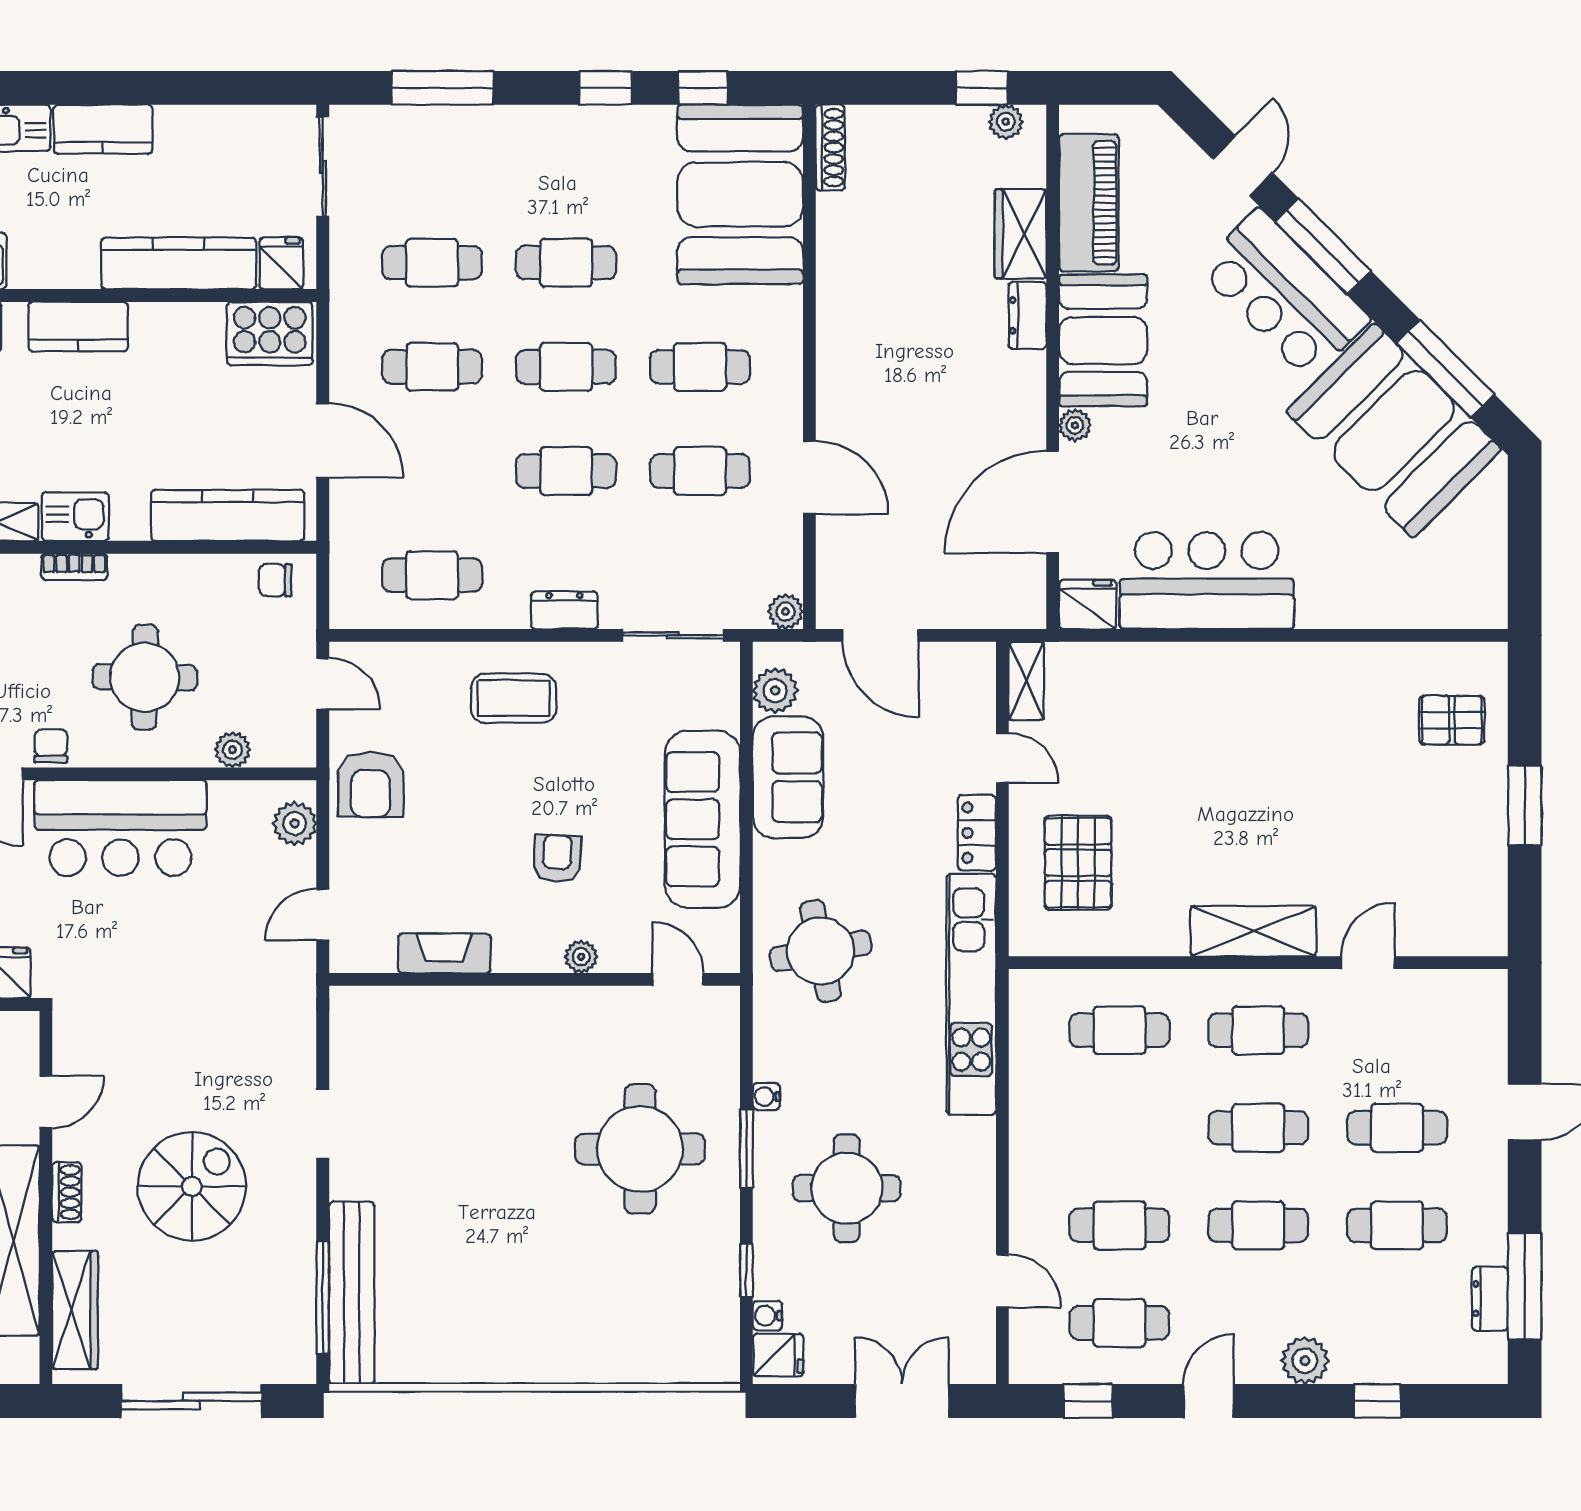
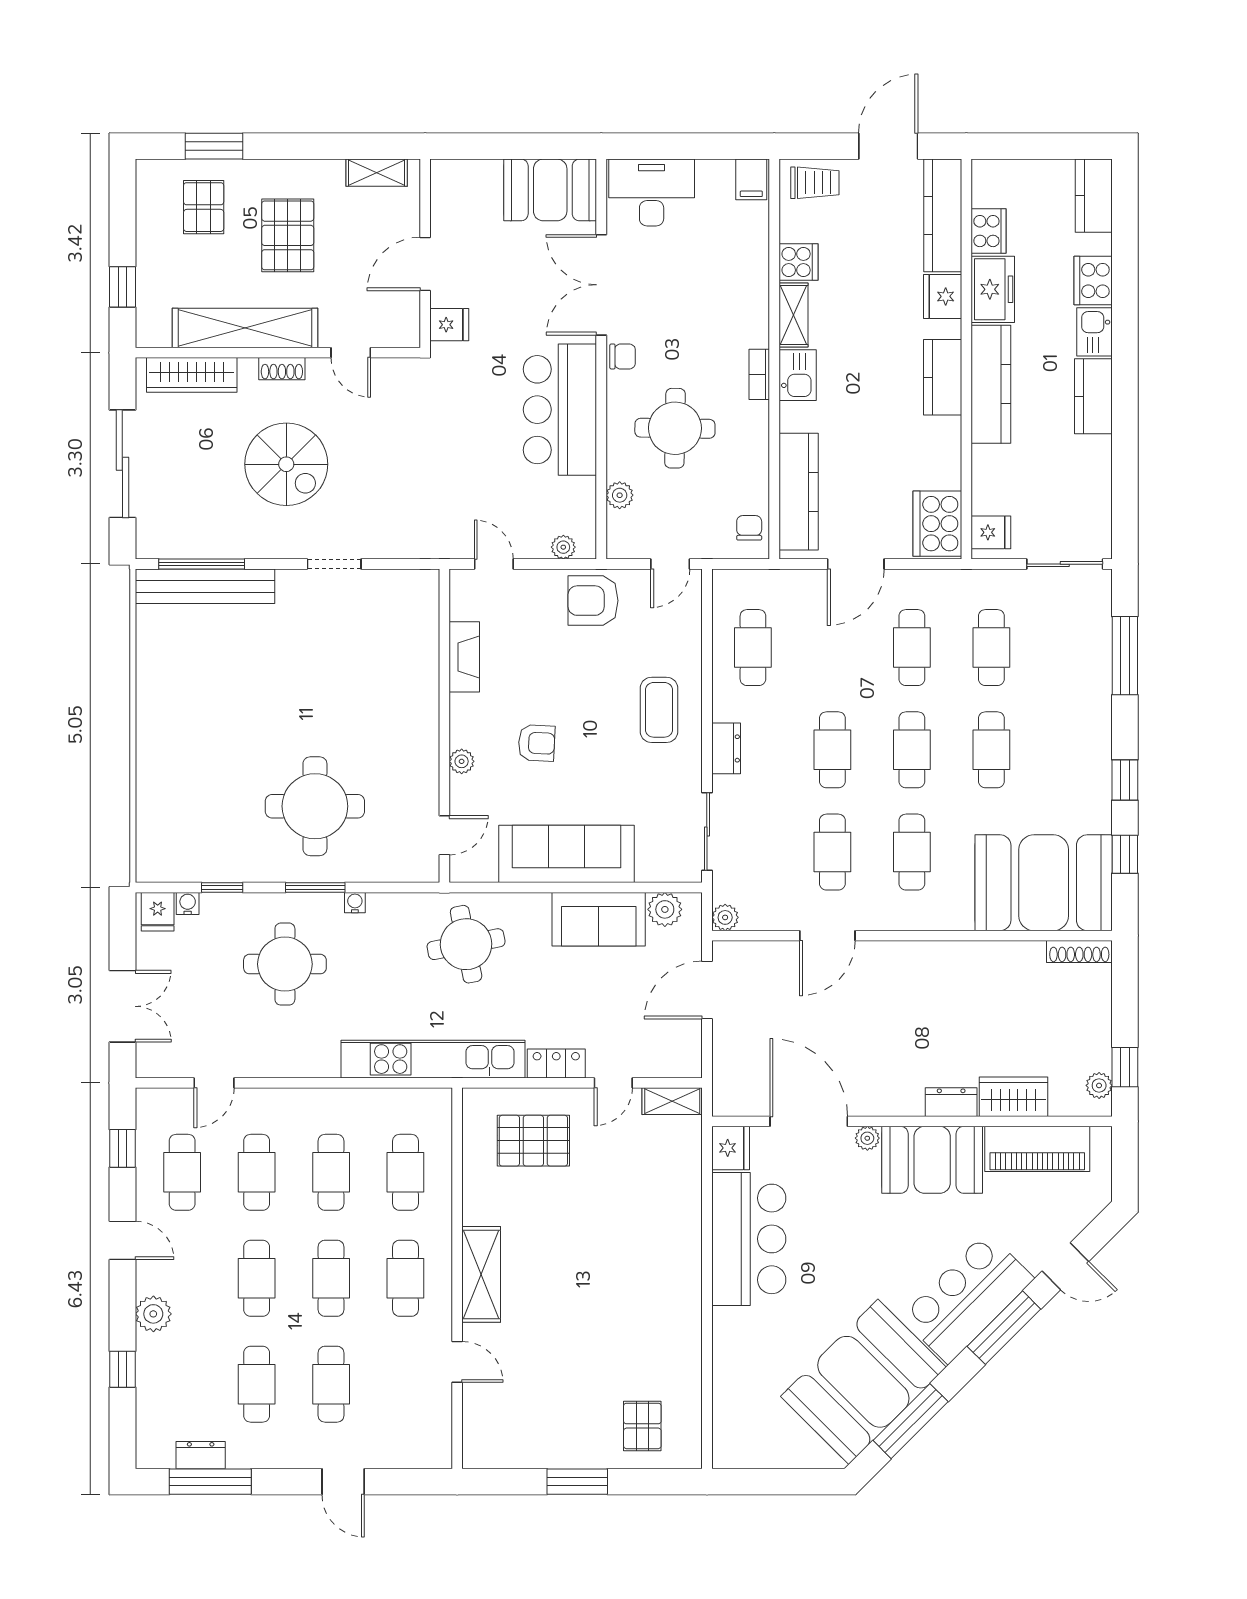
kitchen counter: (179, 263) -> (991, 384), moved
plant: (295, 824) -> (563, 547), width x0.73, depth x0.73
cafe table: (1119, 1128) -> (331, 1172), added

